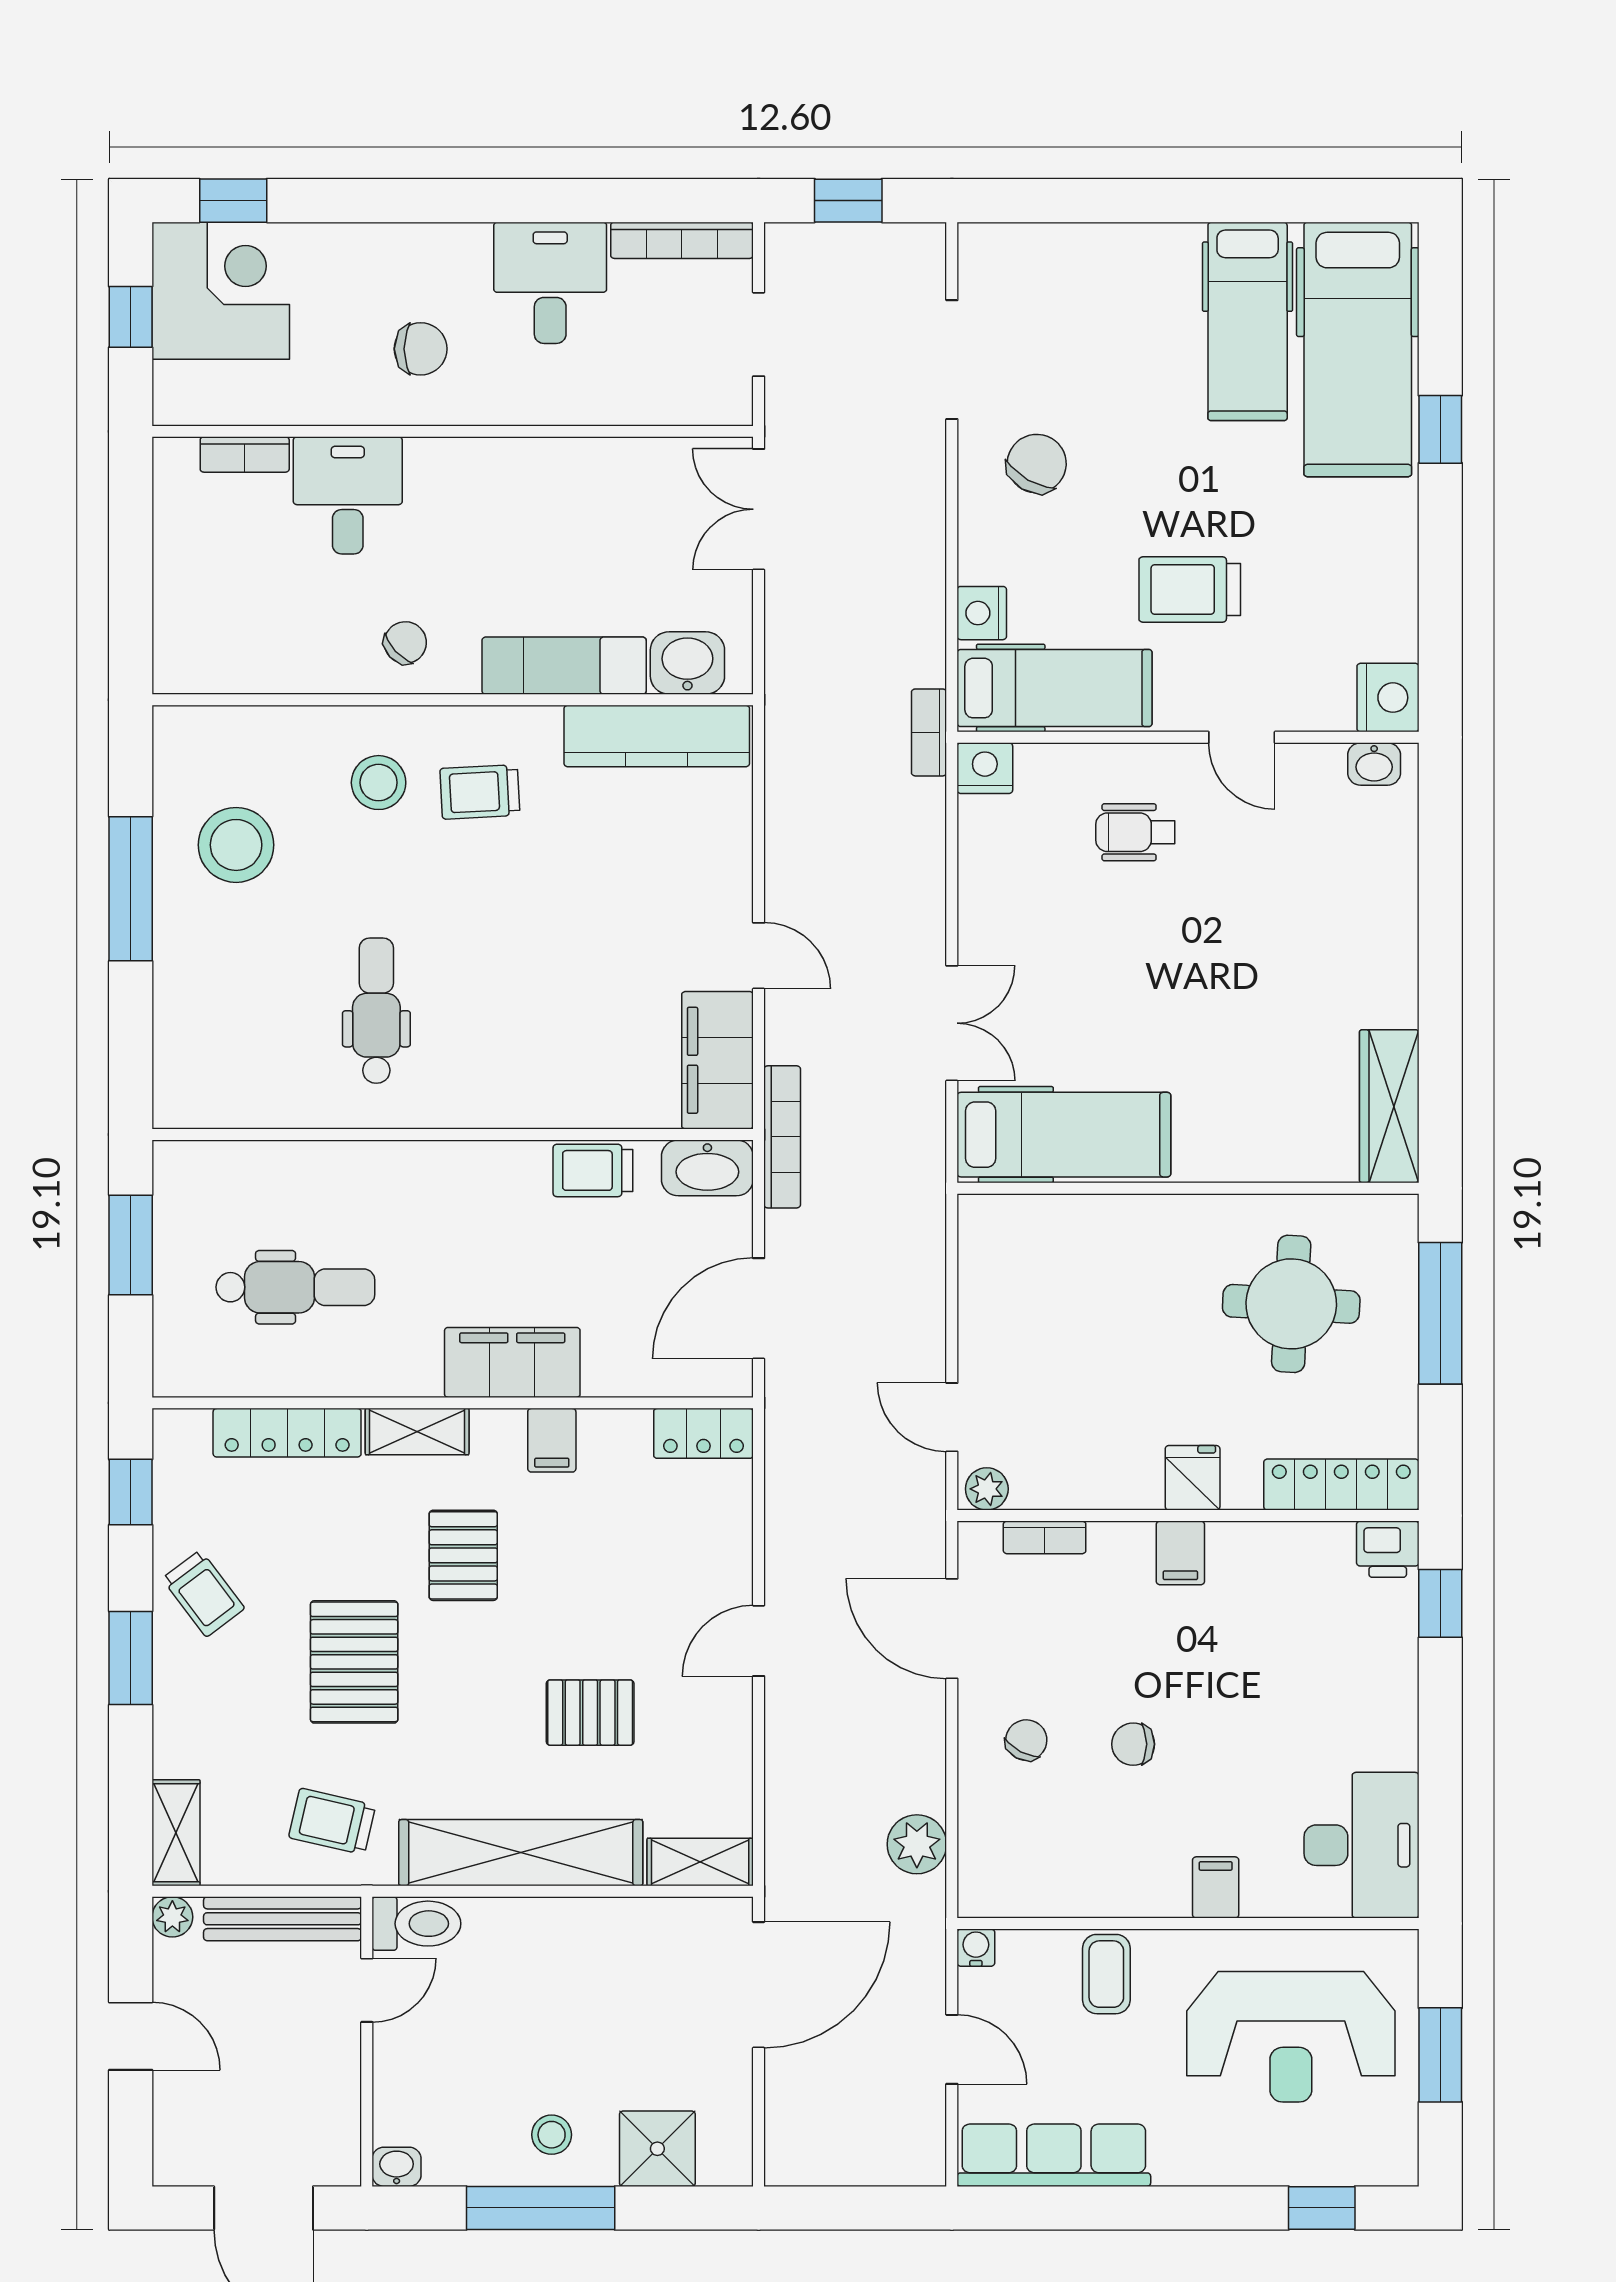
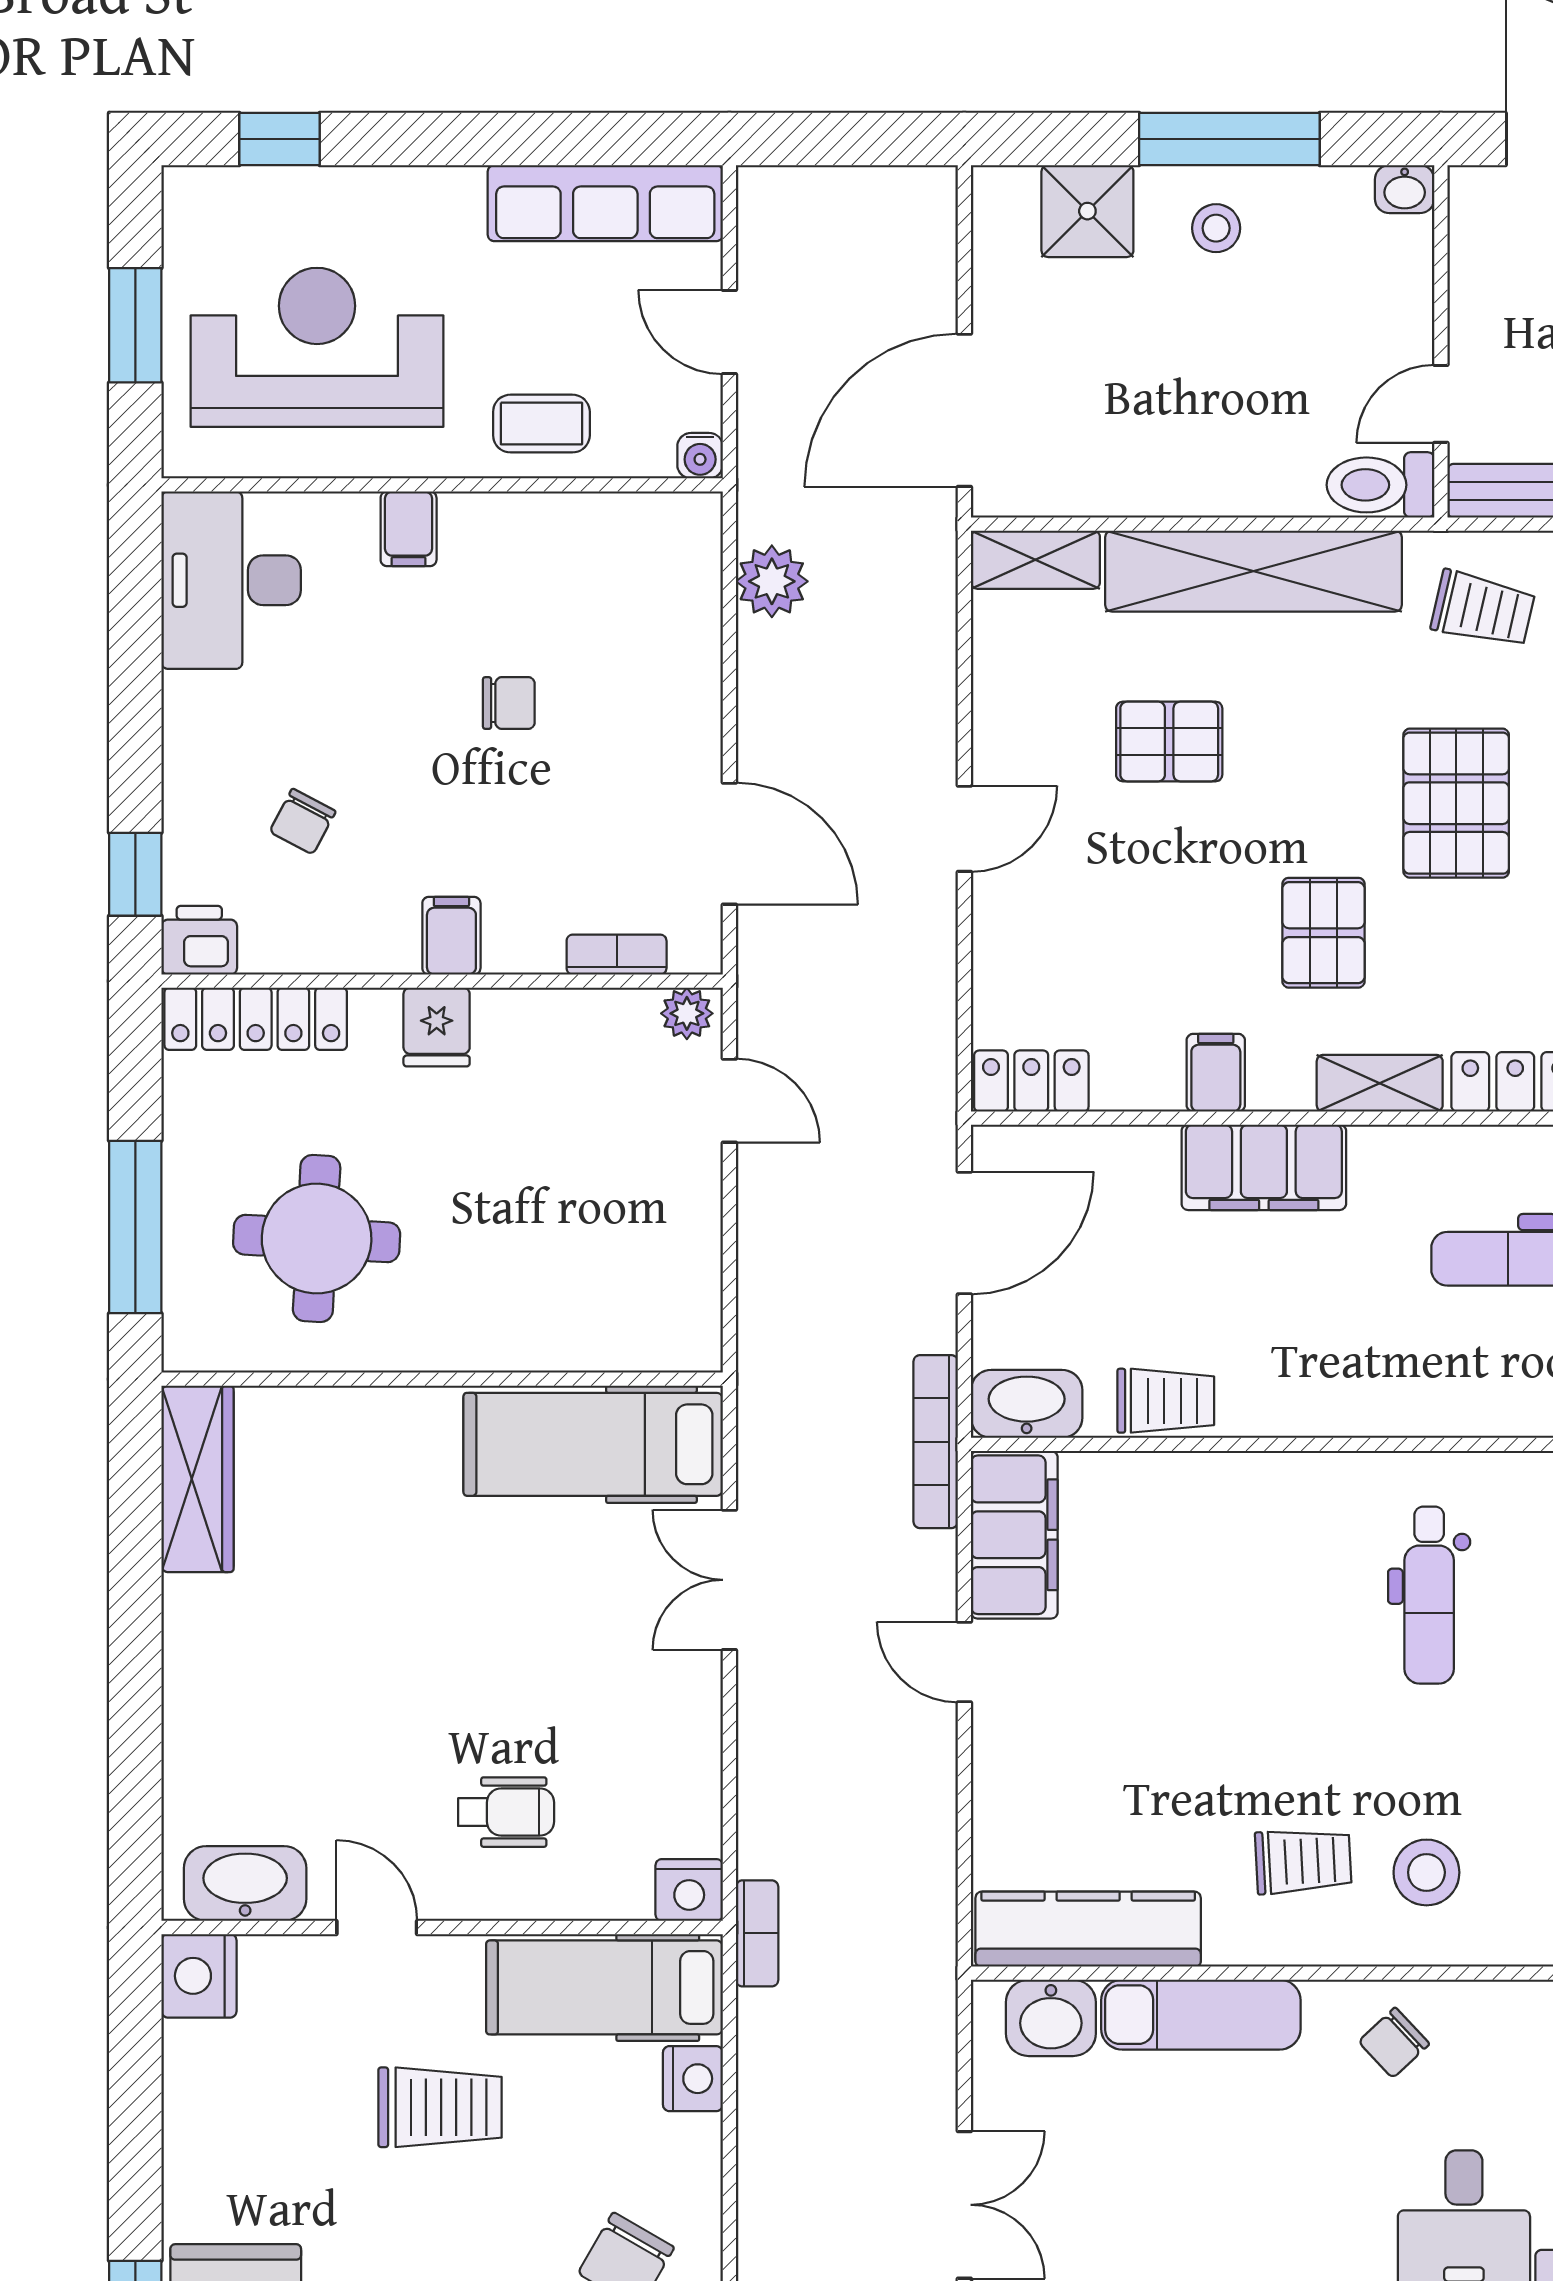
washbasin: (1374, 764) -> (245, 1883), width x1.91, depth x1.45
chair: (1026, 1740) -> (303, 822), moved
coffee table: (1106, 1974) -> (541, 424), turned 90

